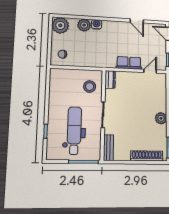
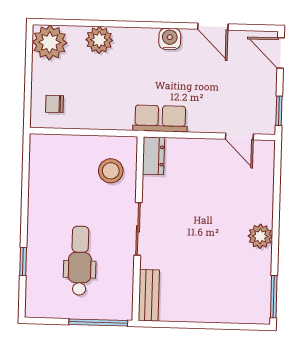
water cooler: (97, 24) -> (170, 39), moved
row of seats: (129, 63) -> (160, 118), moved
door: (150, 71) -> (239, 137), swing flipped
dental chair: (74, 131) -> (80, 261), width x0.73, depth x0.72
shoe rack: (147, 156) -> (228, 313), removed

